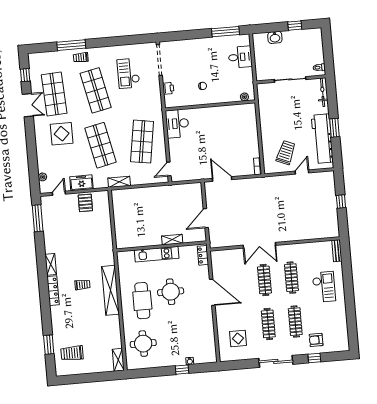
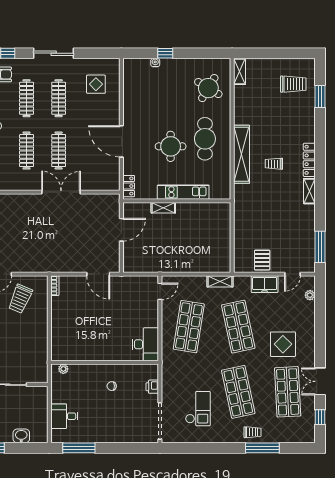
round table: (143, 344) -> (208, 88), turned 31

